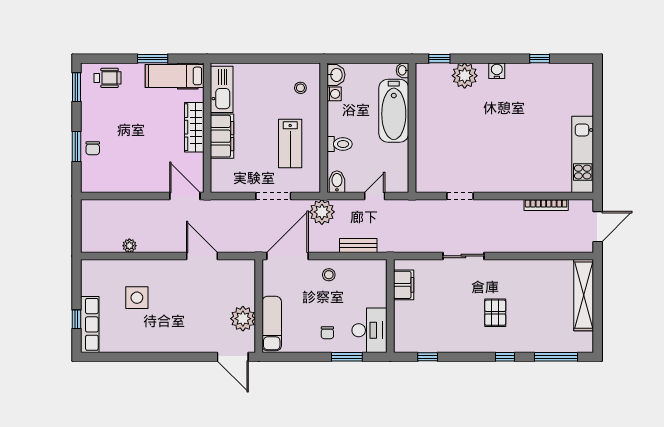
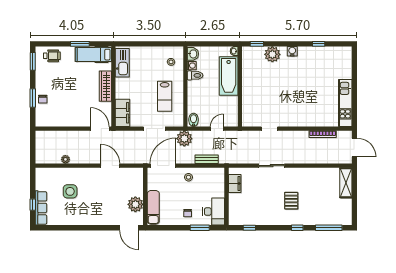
filing cabinet: (222, 136) -> (123, 113), moved
toilet: (340, 144) -> (195, 75), moved
door: (598, 227) -> (354, 148), hinge flipped
shelving: (584, 295) -> (346, 183), width x0.68

